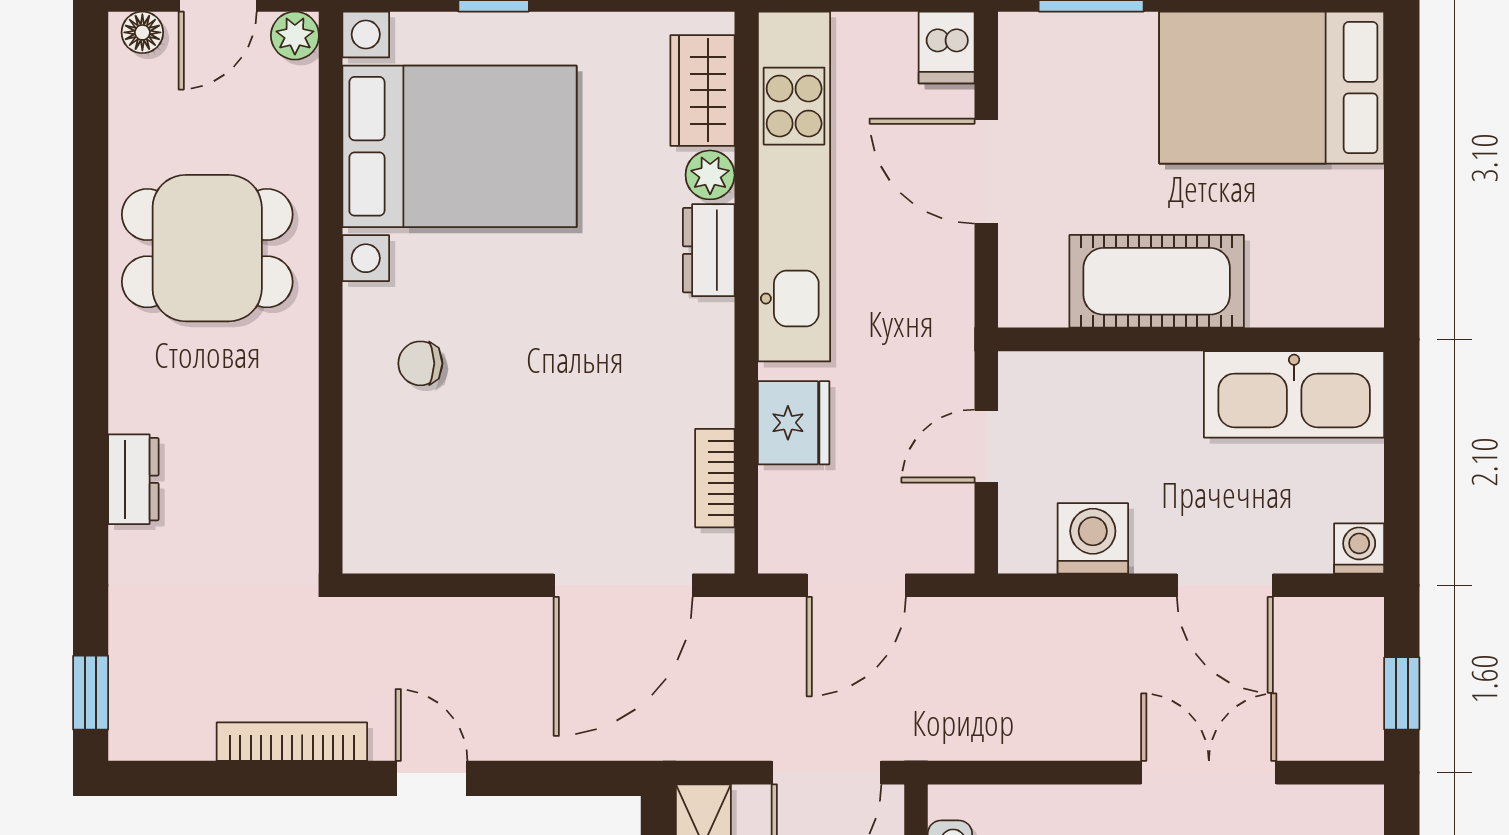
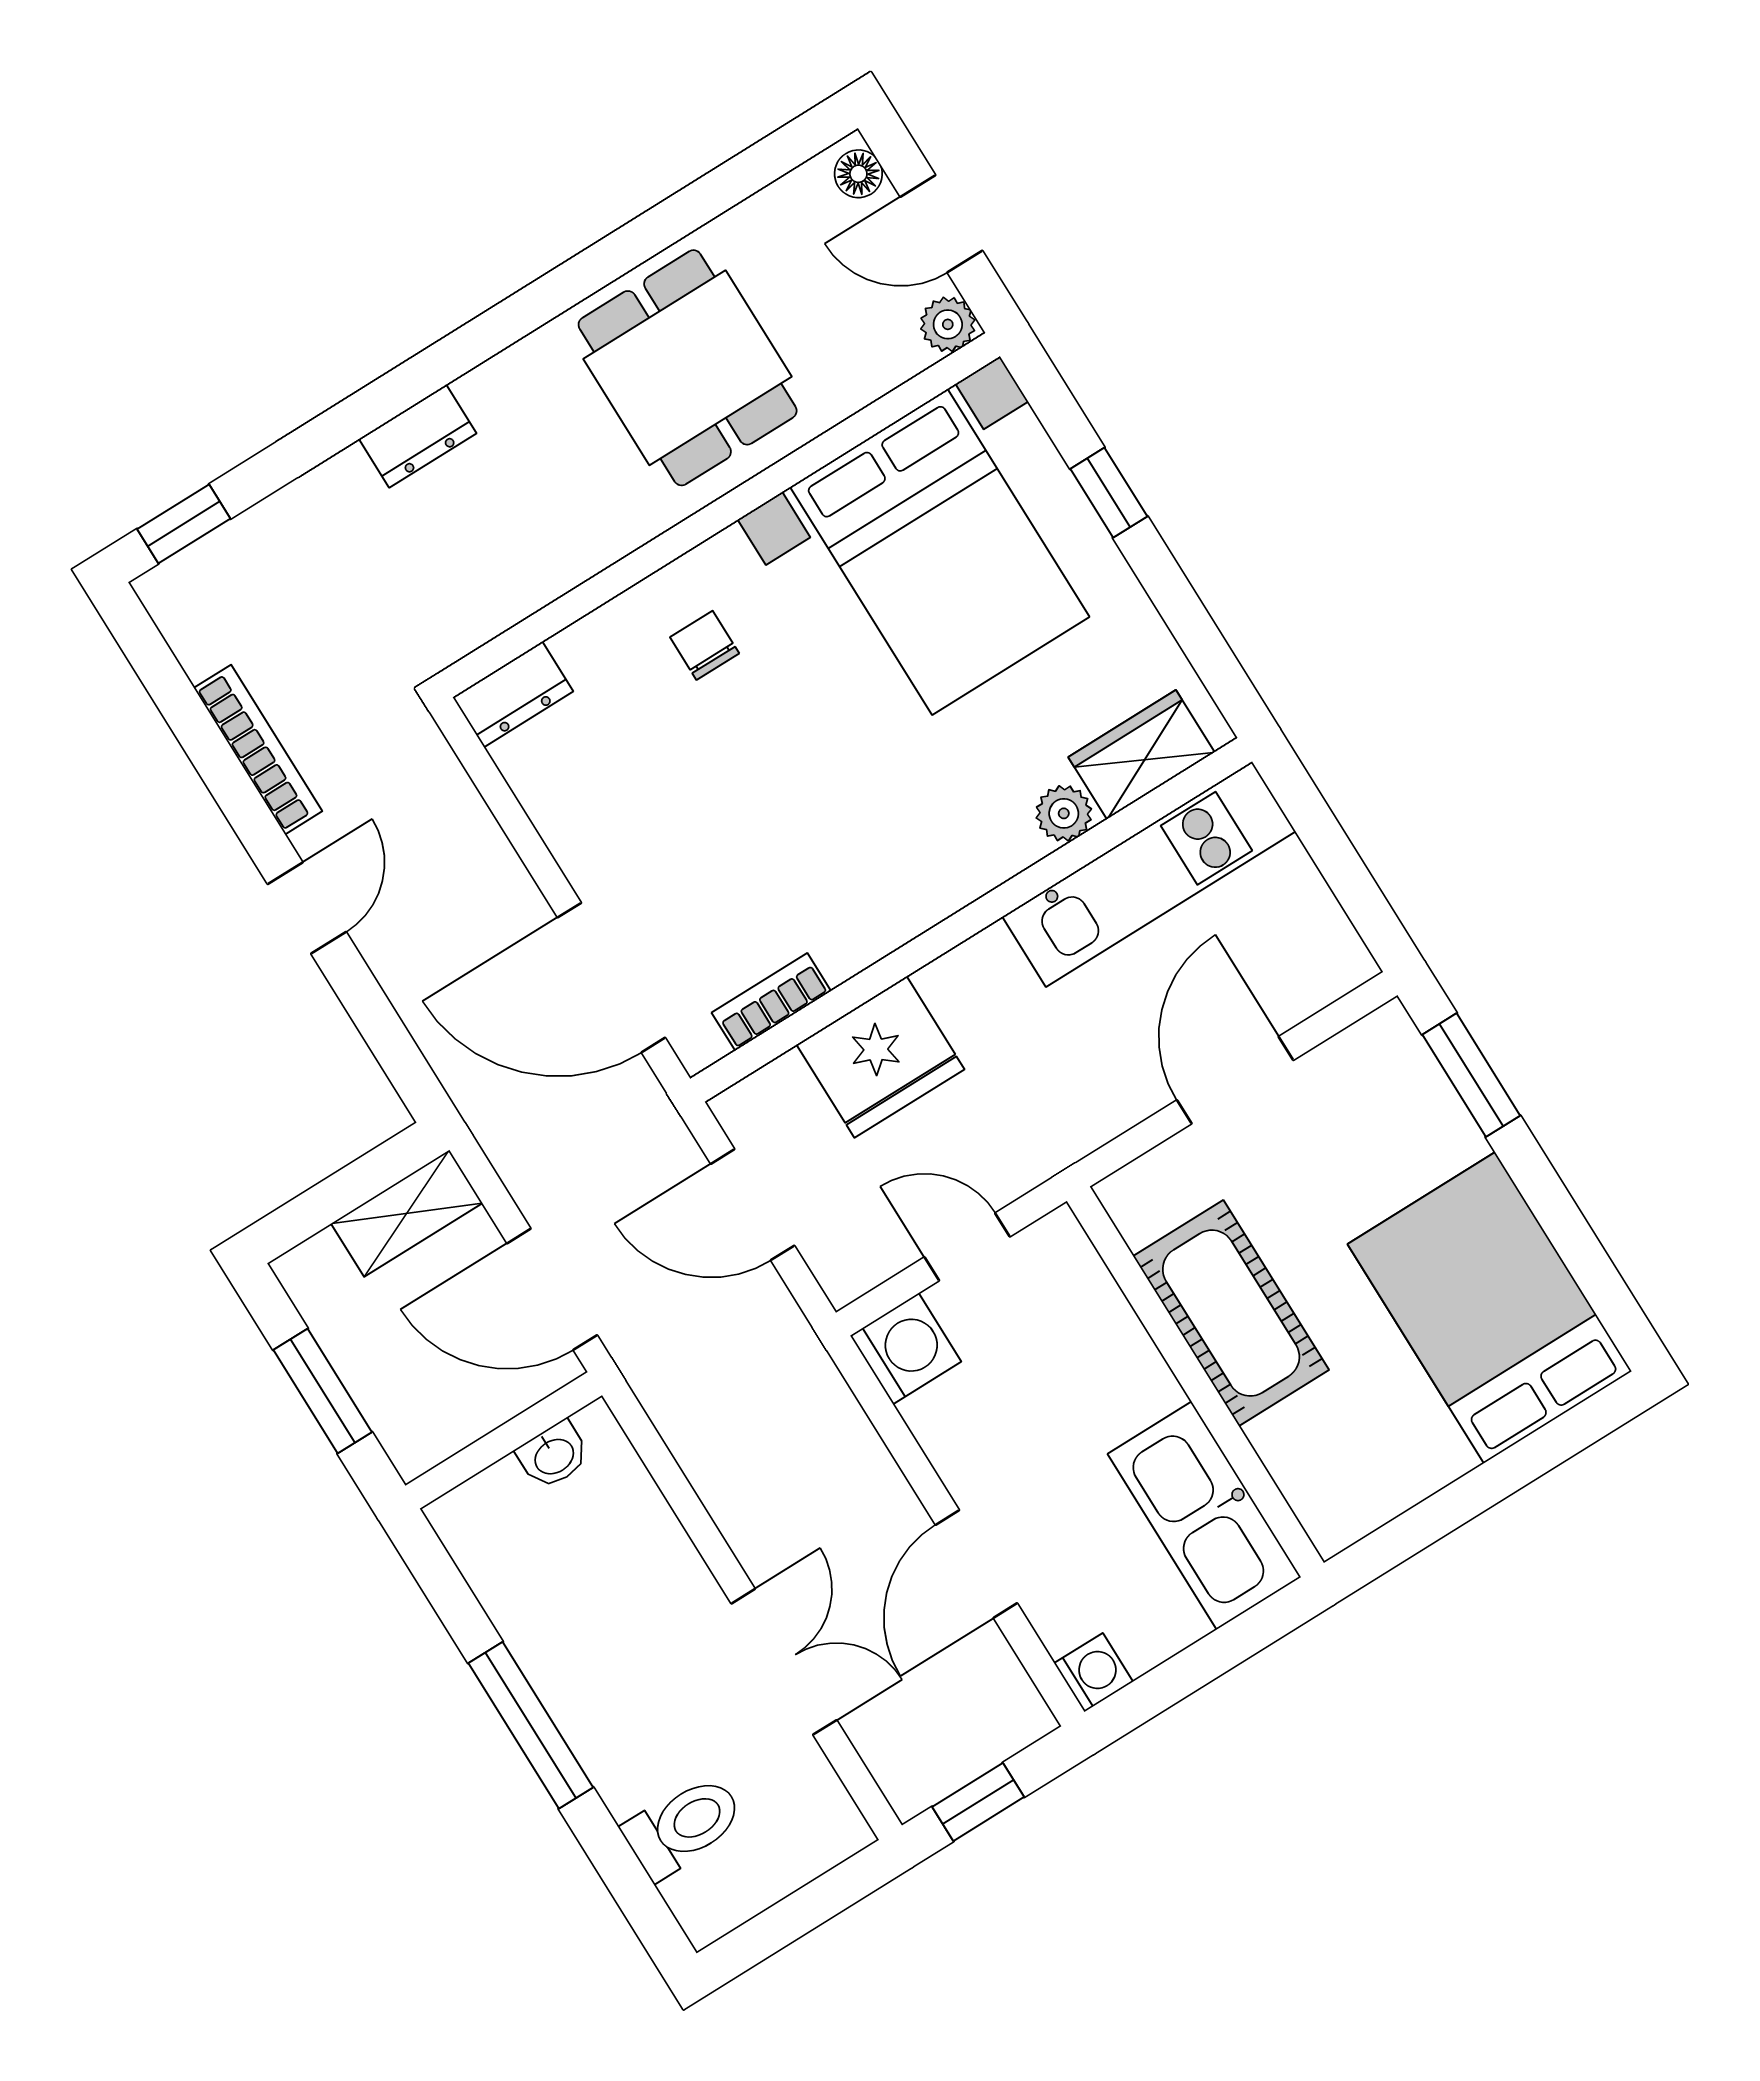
dishwasher: (947, 48) -> (1331, 967), removed
kitchen unit: (794, 187) -> (1149, 874), width x0.73
dresser: (709, 250) -> (513, 694), moved, turned 180
fridge: (794, 423) -> (880, 1057), width x1.36, depth x1.34
washing machine: (1093, 538) -> (906, 1349), moved

